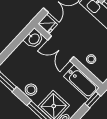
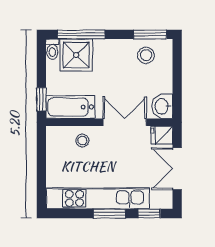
stool: (31, 90) -> (146, 55), moved

